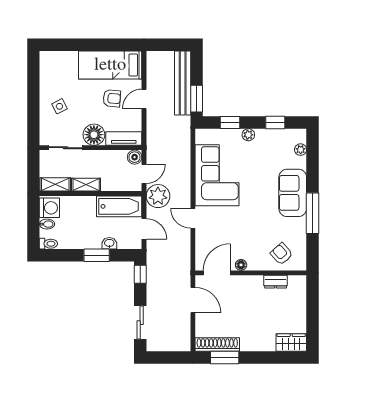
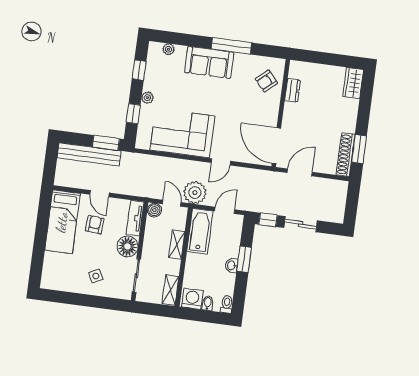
shelving: (86, 185) -> (177, 245), moved
washbasin: (109, 243) -> (231, 265), moved
floor lamp: (241, 265) -> (272, 121), removed
door: (217, 273) -> (276, 146), width x1.36
sliding door: (140, 323) -> (301, 224), moved

